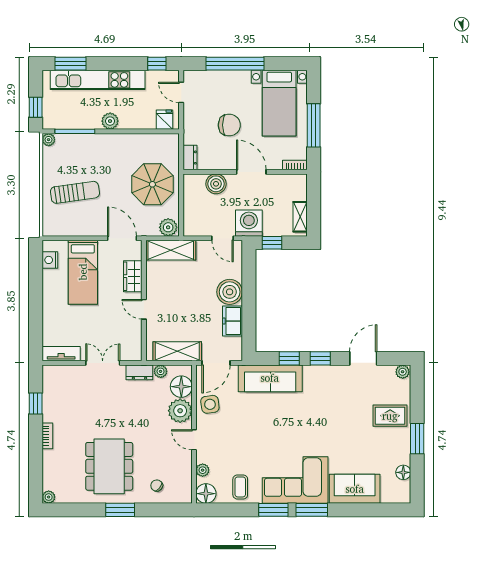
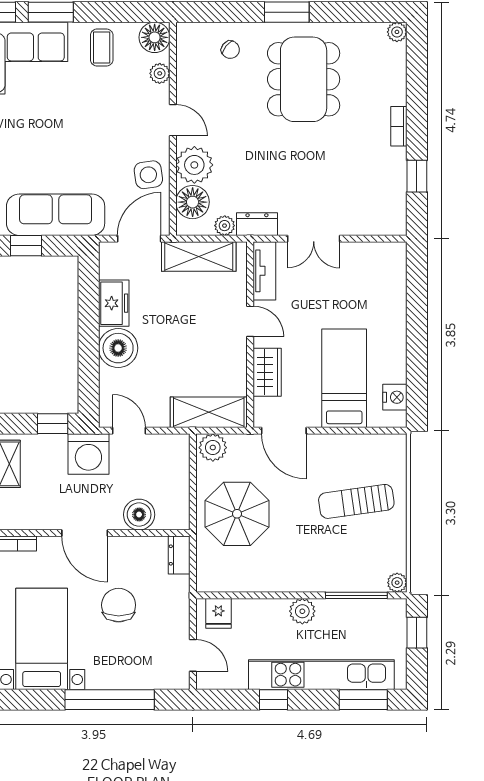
window: (157, 64) -> (274, 700), moved
chair: (229, 125) -> (119, 605), turned 90
tv unit: (61, 354) -> (264, 271), moved, turned -90

